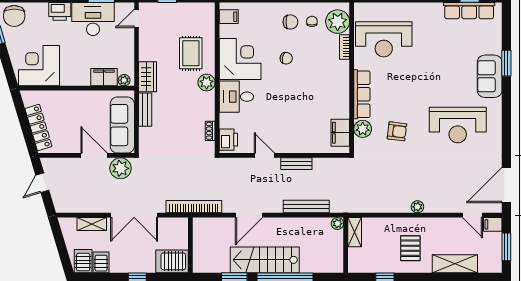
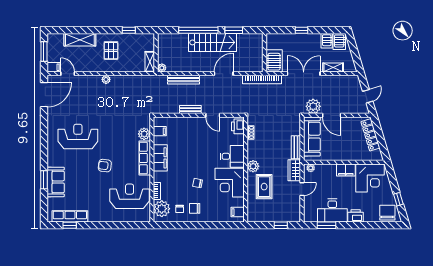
door: (137, 18) -> (302, 189), moved
sofa: (490, 76) -> (56, 182), moved
filing cabinet: (104, 77) -> (346, 170), moved
filing cabinet: (340, 94) -> (160, 158), added
armchair: (397, 131) -> (105, 166), moved
filing cabinet: (340, 133) -> (160, 131), width x0.50
server rack: (172, 261) -> (274, 61), moved, turned -90

